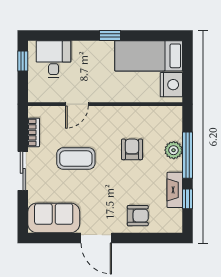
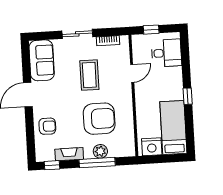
window: (23, 61) -> (151, 30), moved
door: (77, 104) -> (132, 73), swing flipped
armchair: (132, 149) -> (99, 119), width x1.88, depth x1.88
window: (188, 199) -> (52, 165), moved
armchair: (138, 216) -> (47, 126), turned -90

